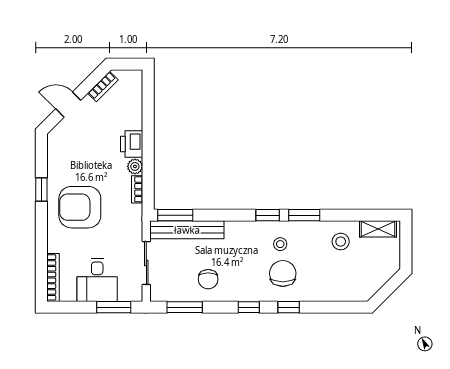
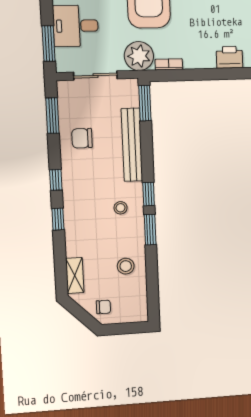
printer: (132, 144) -> (230, 57), moved
plant: (135, 166) -> (139, 56), moved, width x1.88, depth x1.88
shelving: (378, 229) -> (75, 275), moved
bench: (187, 230) -> (132, 145), moved
chair: (283, 273) -> (103, 307), moved, width x0.54, depth x0.54

